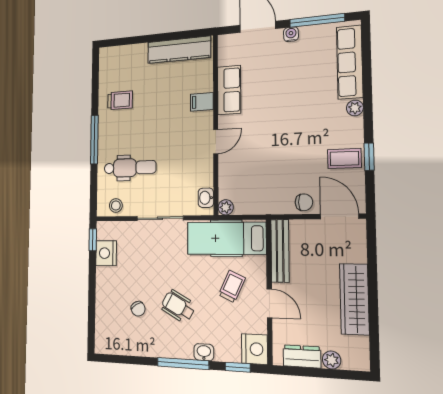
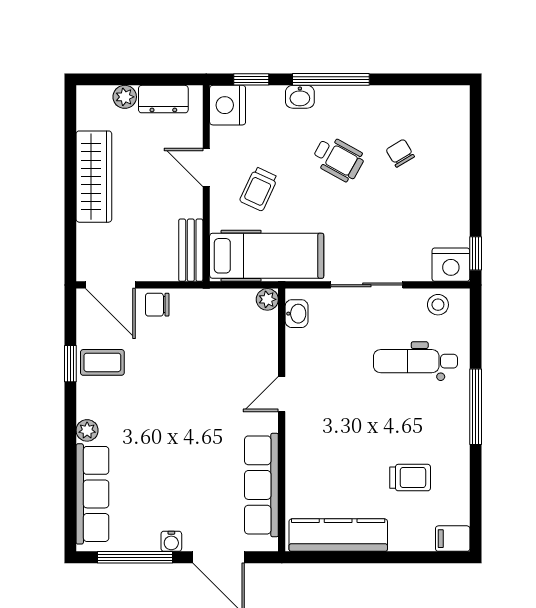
row of seats: (229, 90) -> (261, 485), width x1.48
trolley: (120, 100) -> (410, 478), moved, turned 180
filing cabinet: (202, 102) -> (453, 539), moved, turned 180
bench: (280, 251) -> (191, 250), width x0.73
nightstand: (106, 253) -> (451, 265), moved, turned 90

